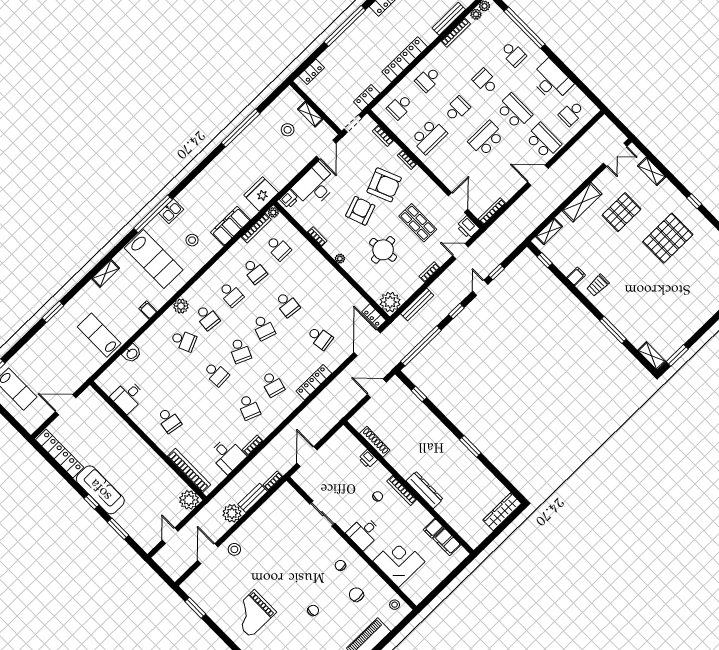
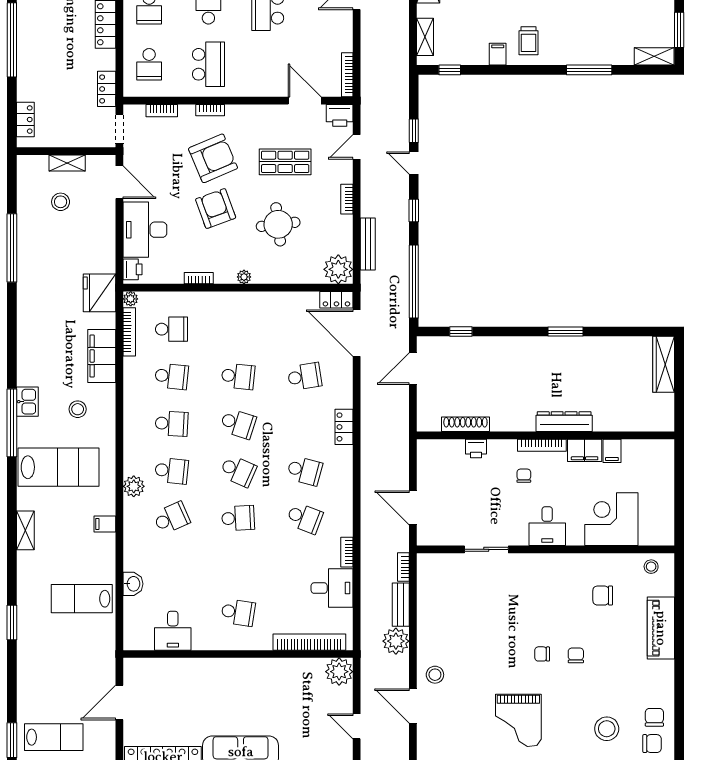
locker: (314, 382) -> (344, 427), width x0.66
filing cabinet: (447, 542) -> (585, 450), moved
chair: (340, 565) -> (542, 654), moved

